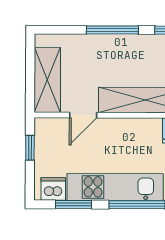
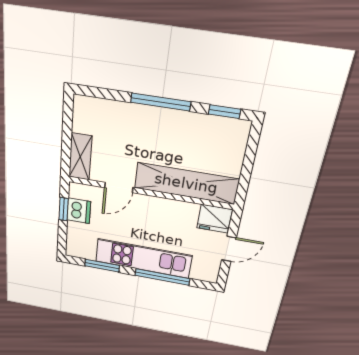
shelving: (47, 80) -> (80, 157), width x0.67, depth x0.75
dishwasher: (53, 189) -> (79, 211), moved, turned 90

